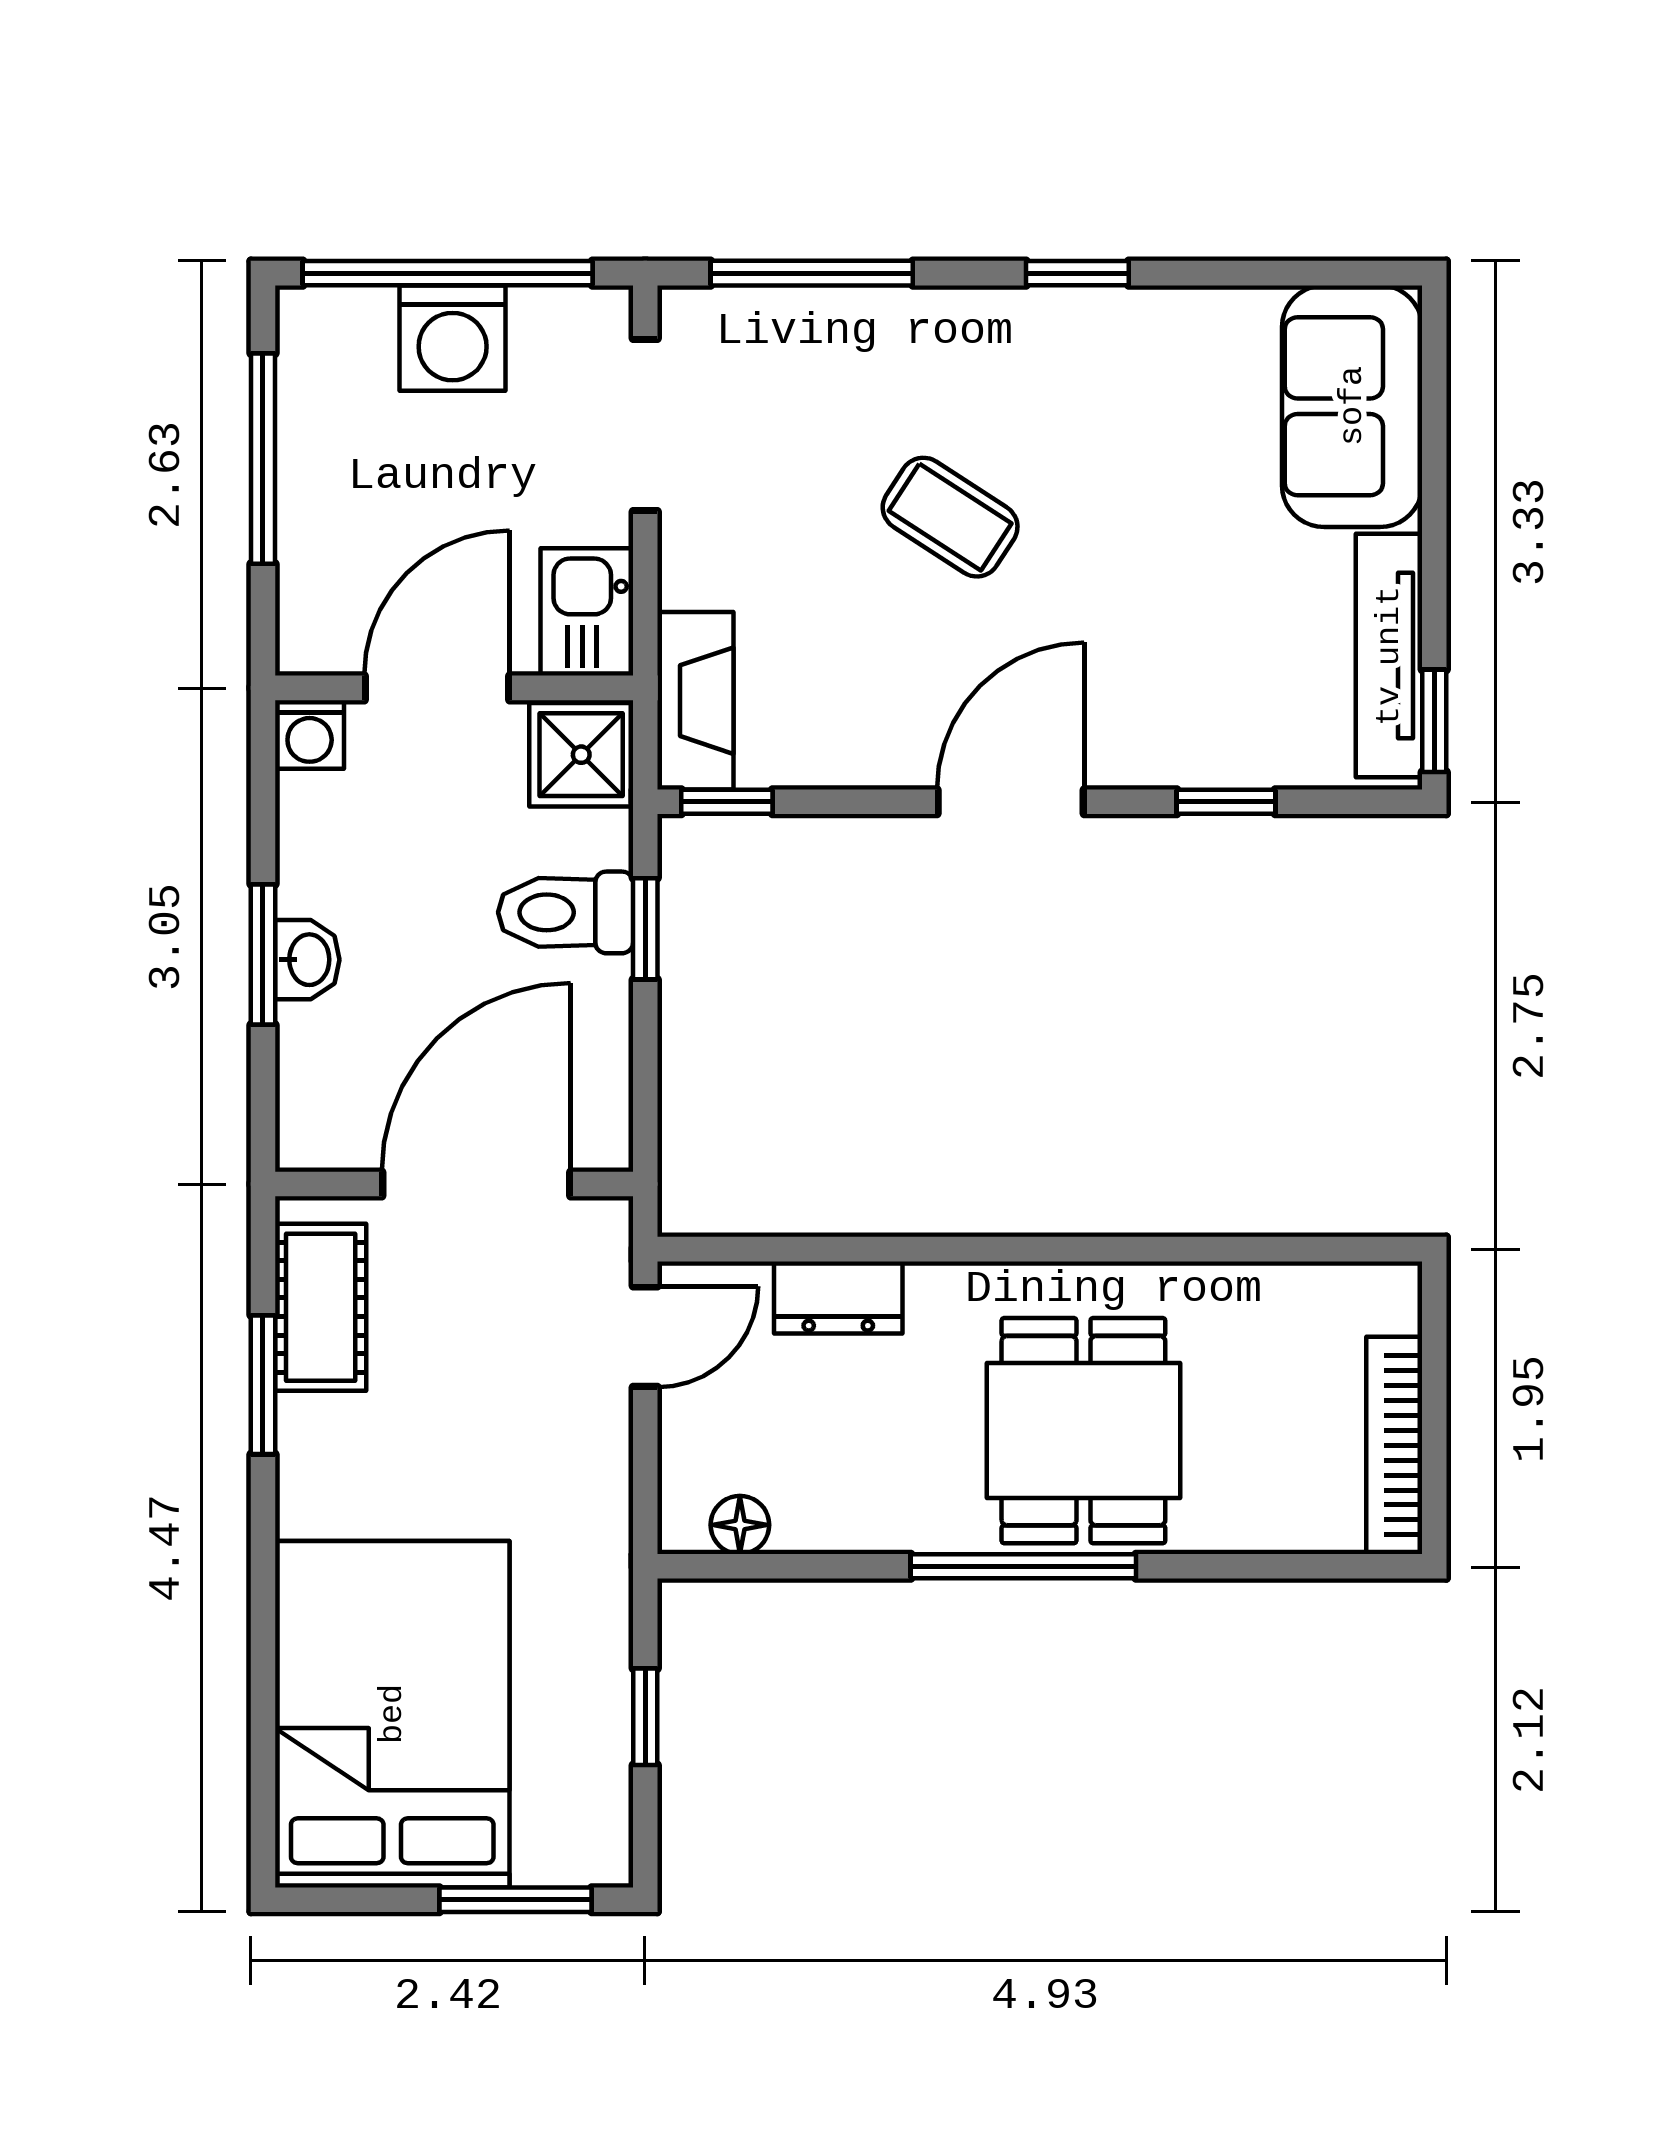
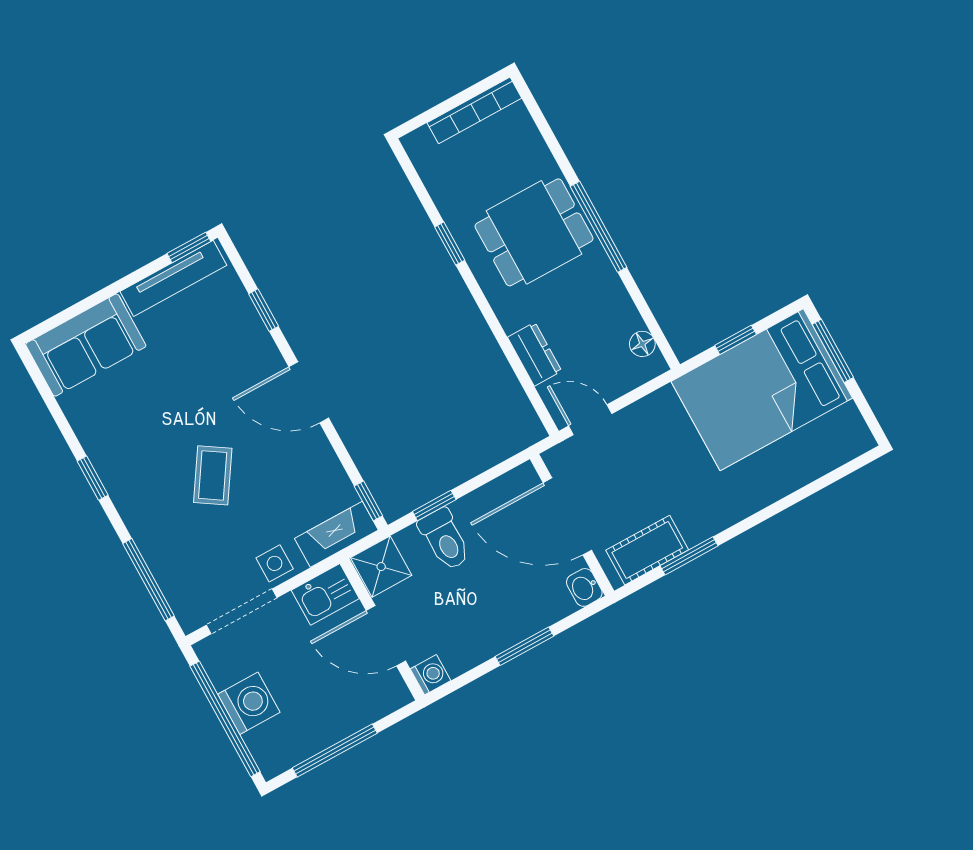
side table: (705, 544) -> (275, 563), added
washbasin: (307, 960) -> (584, 587), moved, turned -90
window: (1154, 1249) -> (450, 244), added
bed: (392, 1714) -> (762, 390), moved

